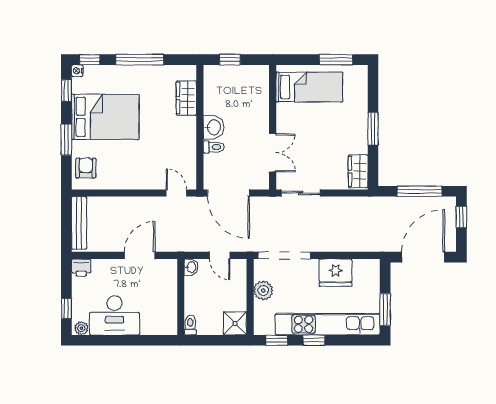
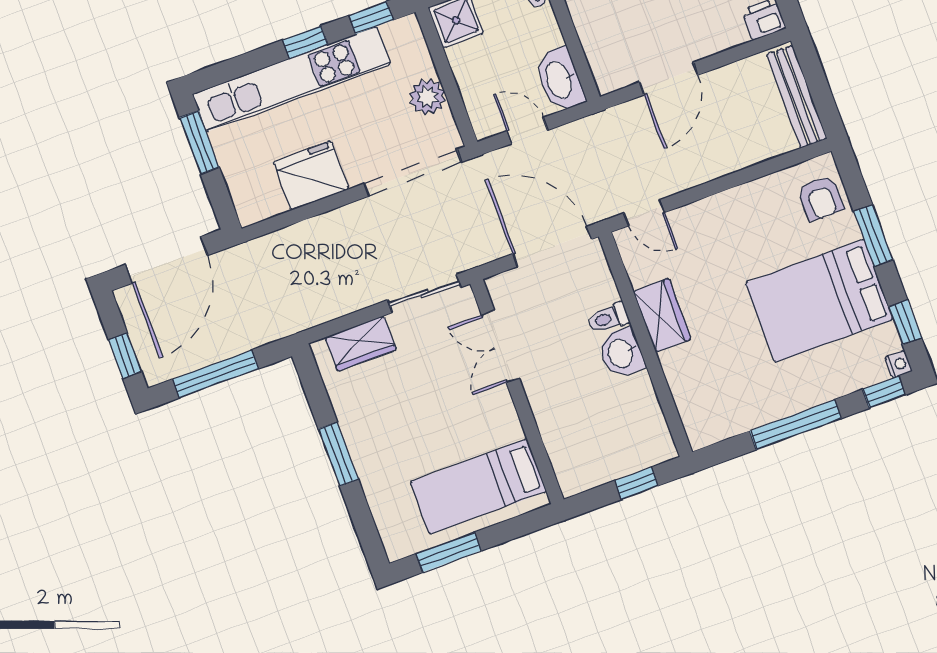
wardrobe: (186, 98) -> (662, 315), moved
wardrobe: (358, 171) -> (361, 343), moved, turned 90
washbasin: (191, 267) -> (560, 80), width x1.91, depth x1.45

